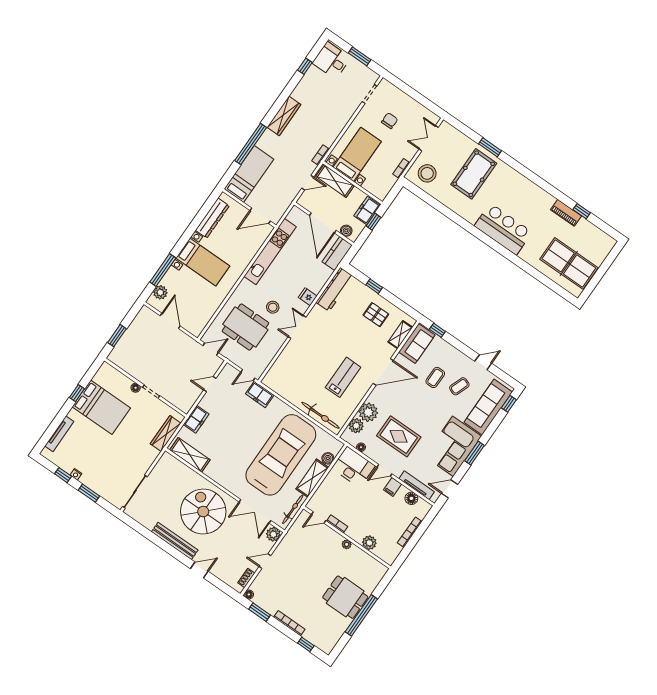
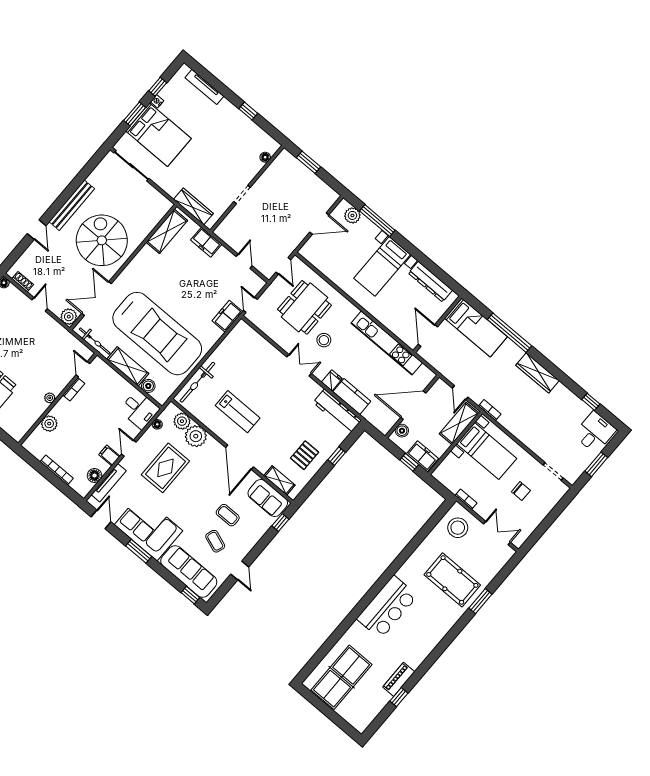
kitchen counter: (337, 253) -> (352, 397), moved
floor lamp: (136, 388) -> (265, 157), moved
bed: (101, 407) -> (158, 135), moved, turned -90
desk: (353, 467) -> (139, 410), width x0.73
spiral stairs: (203, 512) -> (102, 240), turned -90

